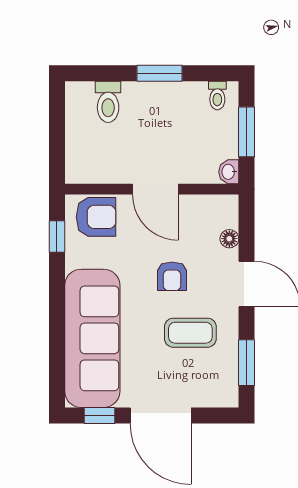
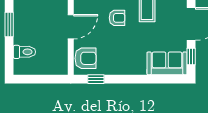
armchair: (96, 217) -> (85, 58), turned 90
sofa: (92, 338) -> (167, 63), width x0.54, depth x0.79

